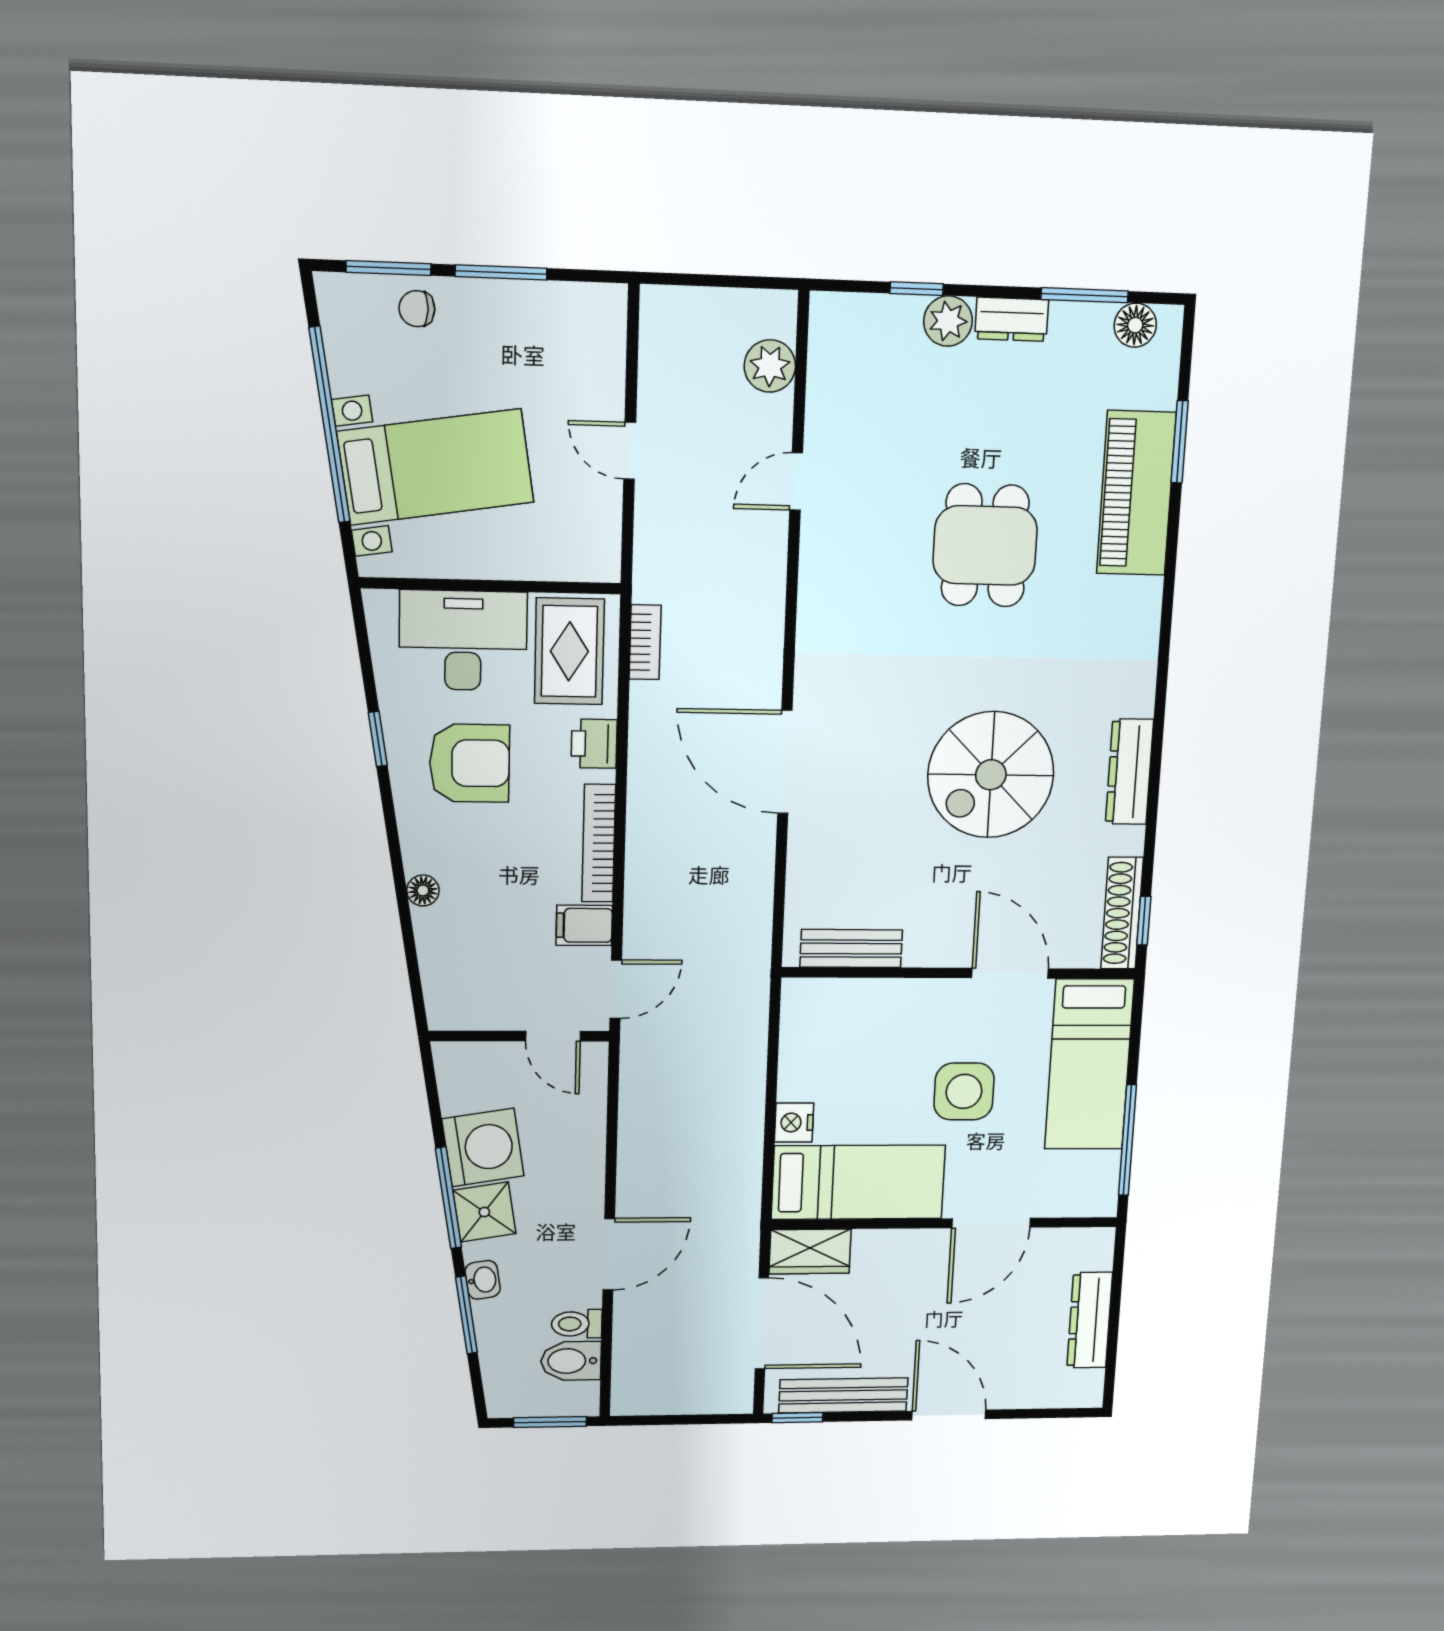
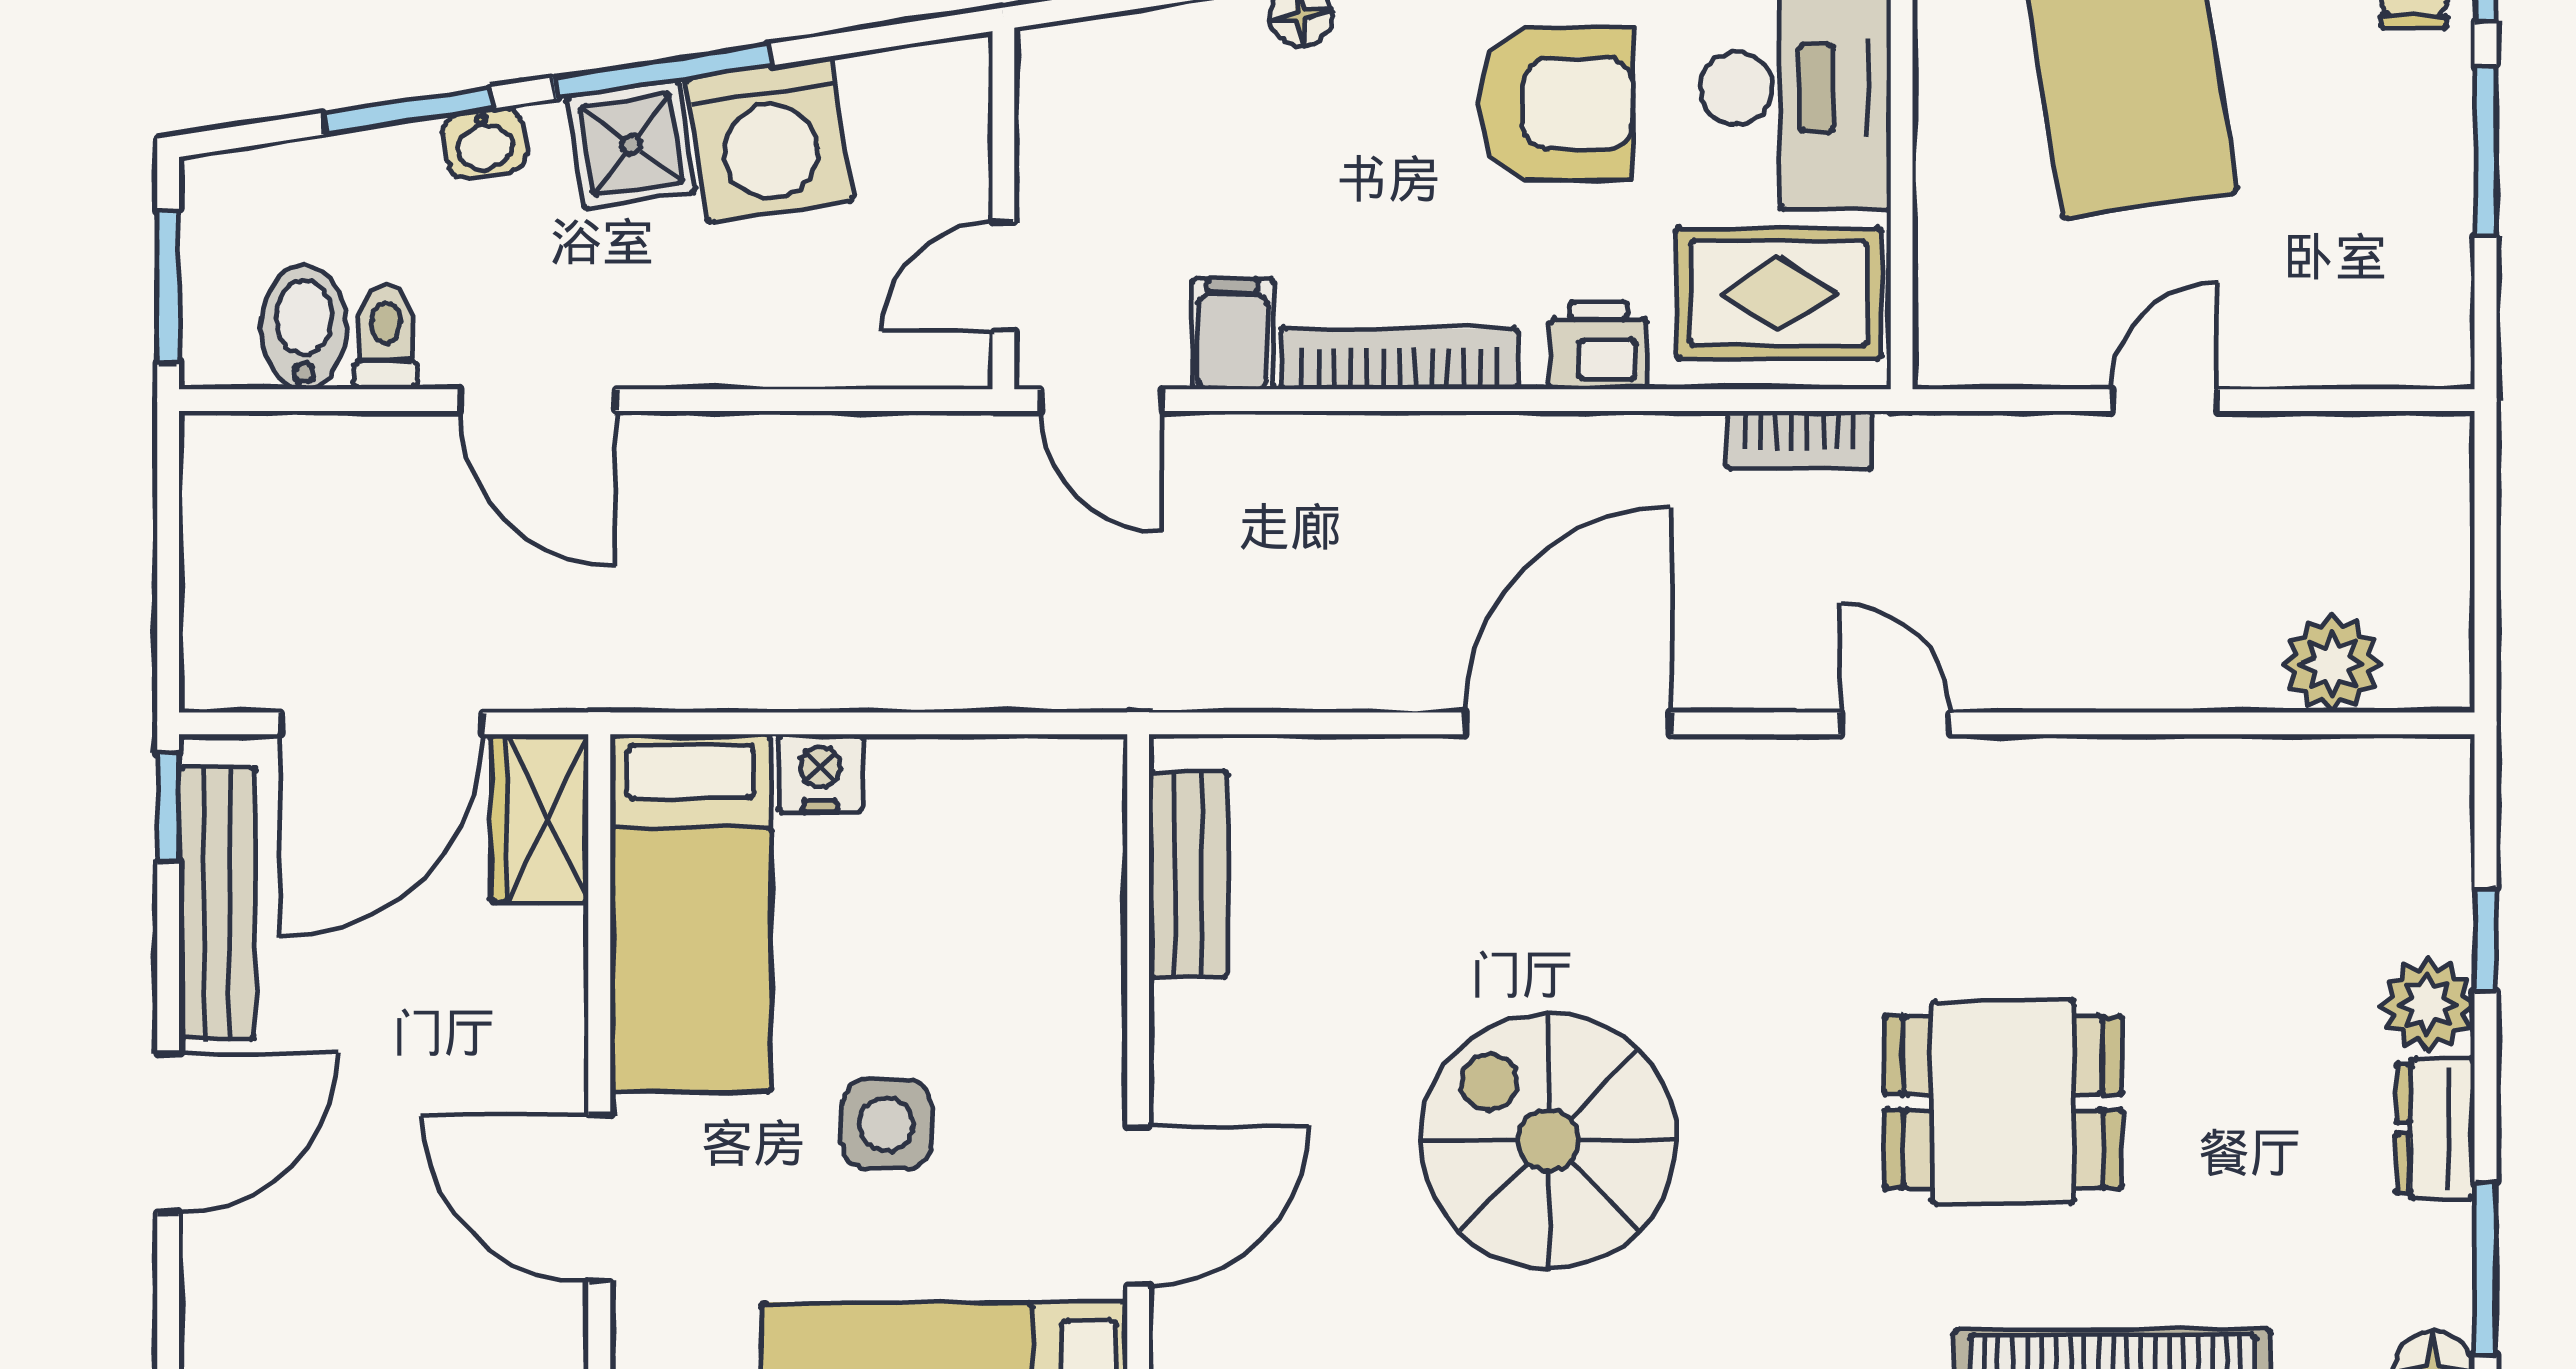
door: (796, 482) -> (1895, 723), moved
armchair: (470, 763) -> (1556, 103), turned -90
side table: (964, 1091) -> (886, 1124), width x0.73, depth x0.73

